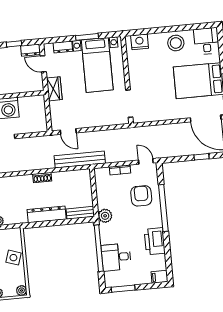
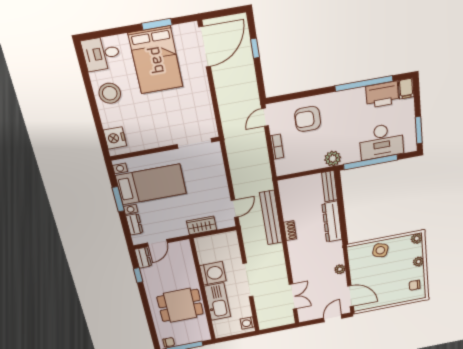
wardrobe: (54, 89) -> (202, 225), moved
bench: (80, 160) -> (271, 218), moved
window: (163, 208) -> (364, 84), moved
printer: (155, 241) -> (382, 95), moved
desk: (116, 257) -> (381, 141), width x1.37

